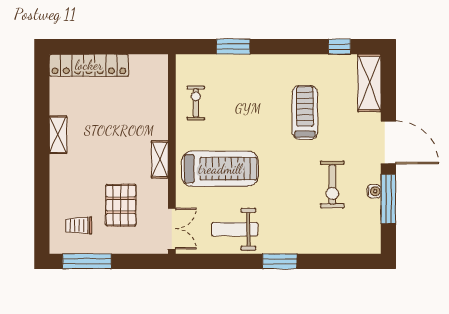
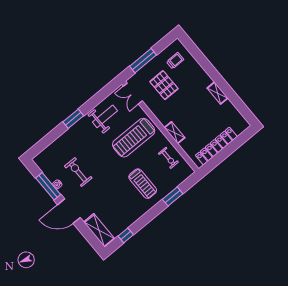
locker: (89, 65) -> (216, 146), moved
treadmill: (305, 112) -> (143, 184), moved
shelving: (160, 159) -> (174, 133), moved
window: (87, 261) -> (143, 61), moved

